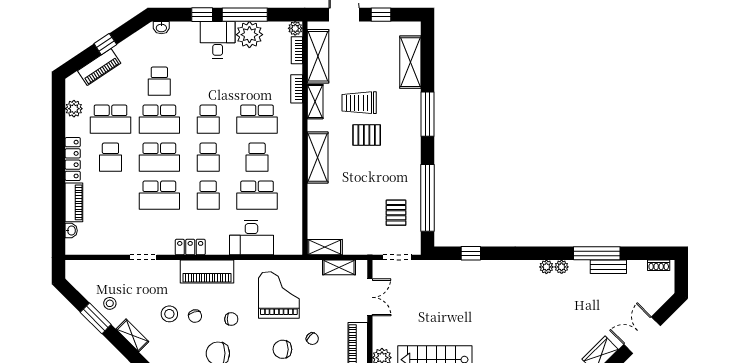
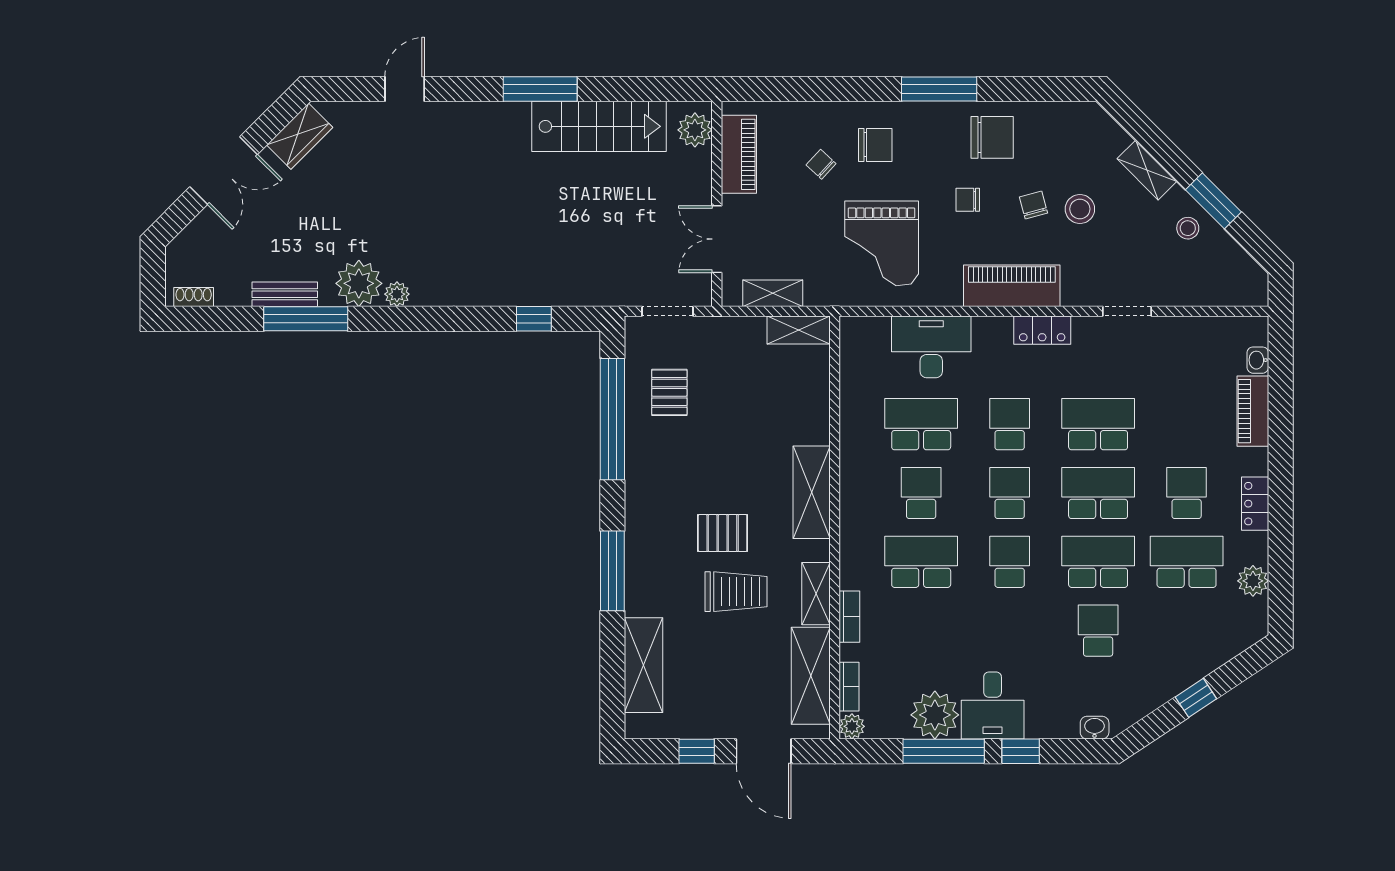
piano: (99, 67) -> (1207, 656), removed
locker: (73, 159) -> (1255, 504), width x0.66
plant: (562, 267) -> (359, 283), width x1.88, depth x1.88

